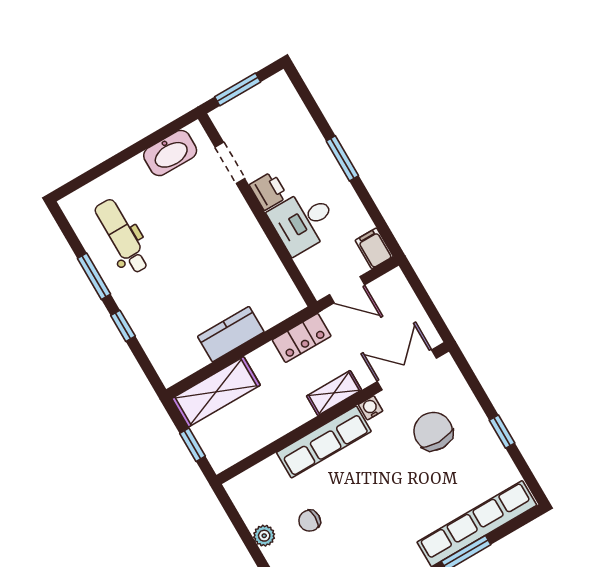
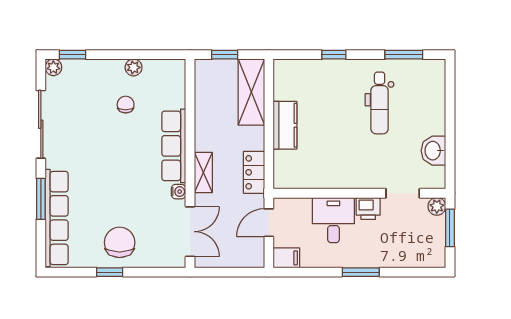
plant: (222, 117) -> (437, 206), added
washbasin: (170, 153) -> (433, 151), width x0.72
dental chair: (122, 236) -> (380, 103), moved, turned 90
window: (94, 276) -> (404, 55), moved
chair: (433, 431) -> (120, 242), moved, turned -90

